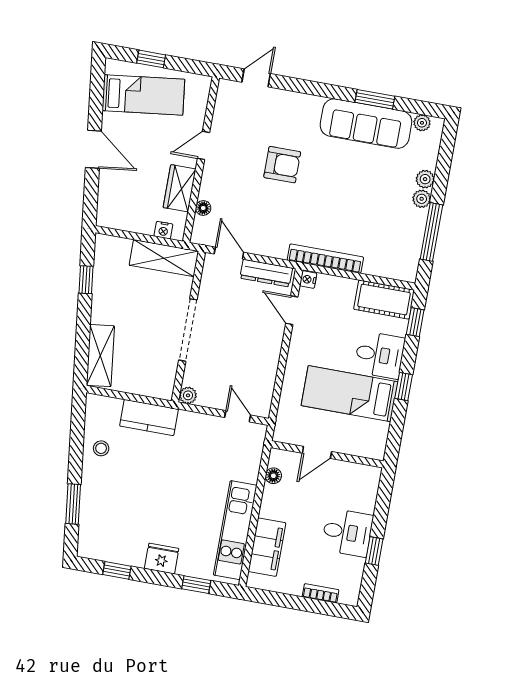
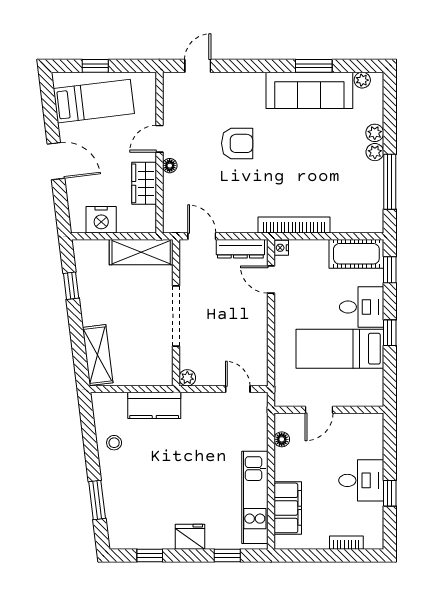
floor lamp: (203, 208) -> (170, 166), moved
nightstand: (163, 230) -> (101, 220), moved, width x1.89, depth x1.79

